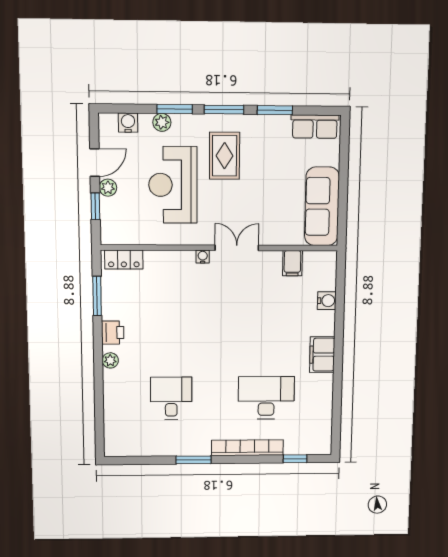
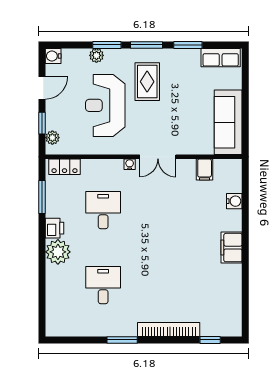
water cooler: (128, 123) -> (53, 56), moved, turned -90
plant: (108, 188) -> (52, 138), moved
double door: (237, 248) -> (158, 157), swing flipped
plant: (110, 360) -> (58, 252), width x1.88, depth x1.88
desk: (266, 398) -> (103, 210), moved, width x0.73

